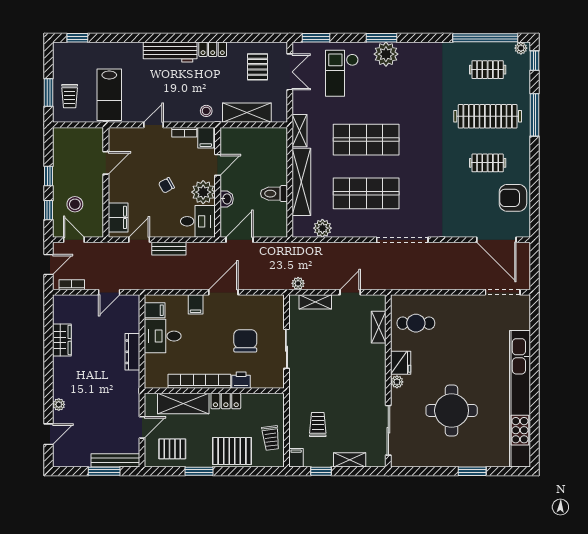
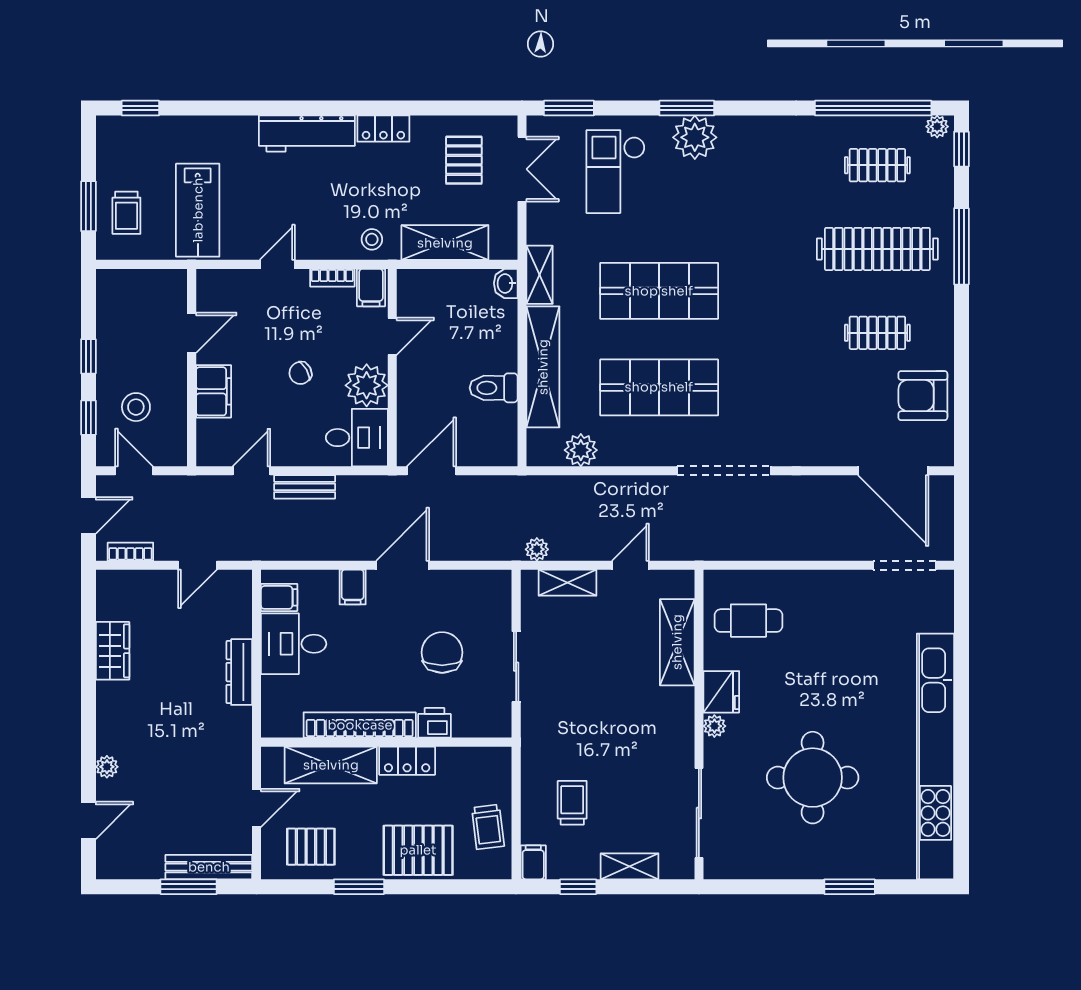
washbasin: (227, 199) -> (506, 283), moved, turned 180
filing cabinet: (118, 217) -> (214, 391), moved
shelving: (379, 327) -> (677, 642), width x1.50, depth x1.33

